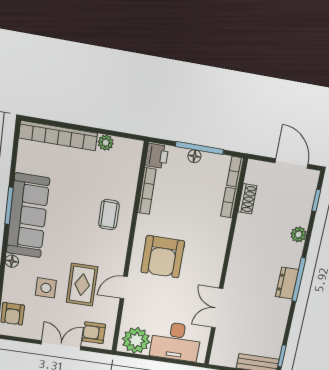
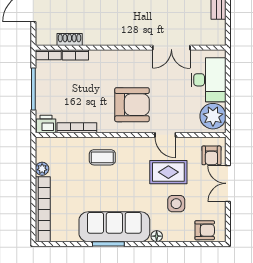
floor lamp: (194, 156) -> (41, 92), removed

